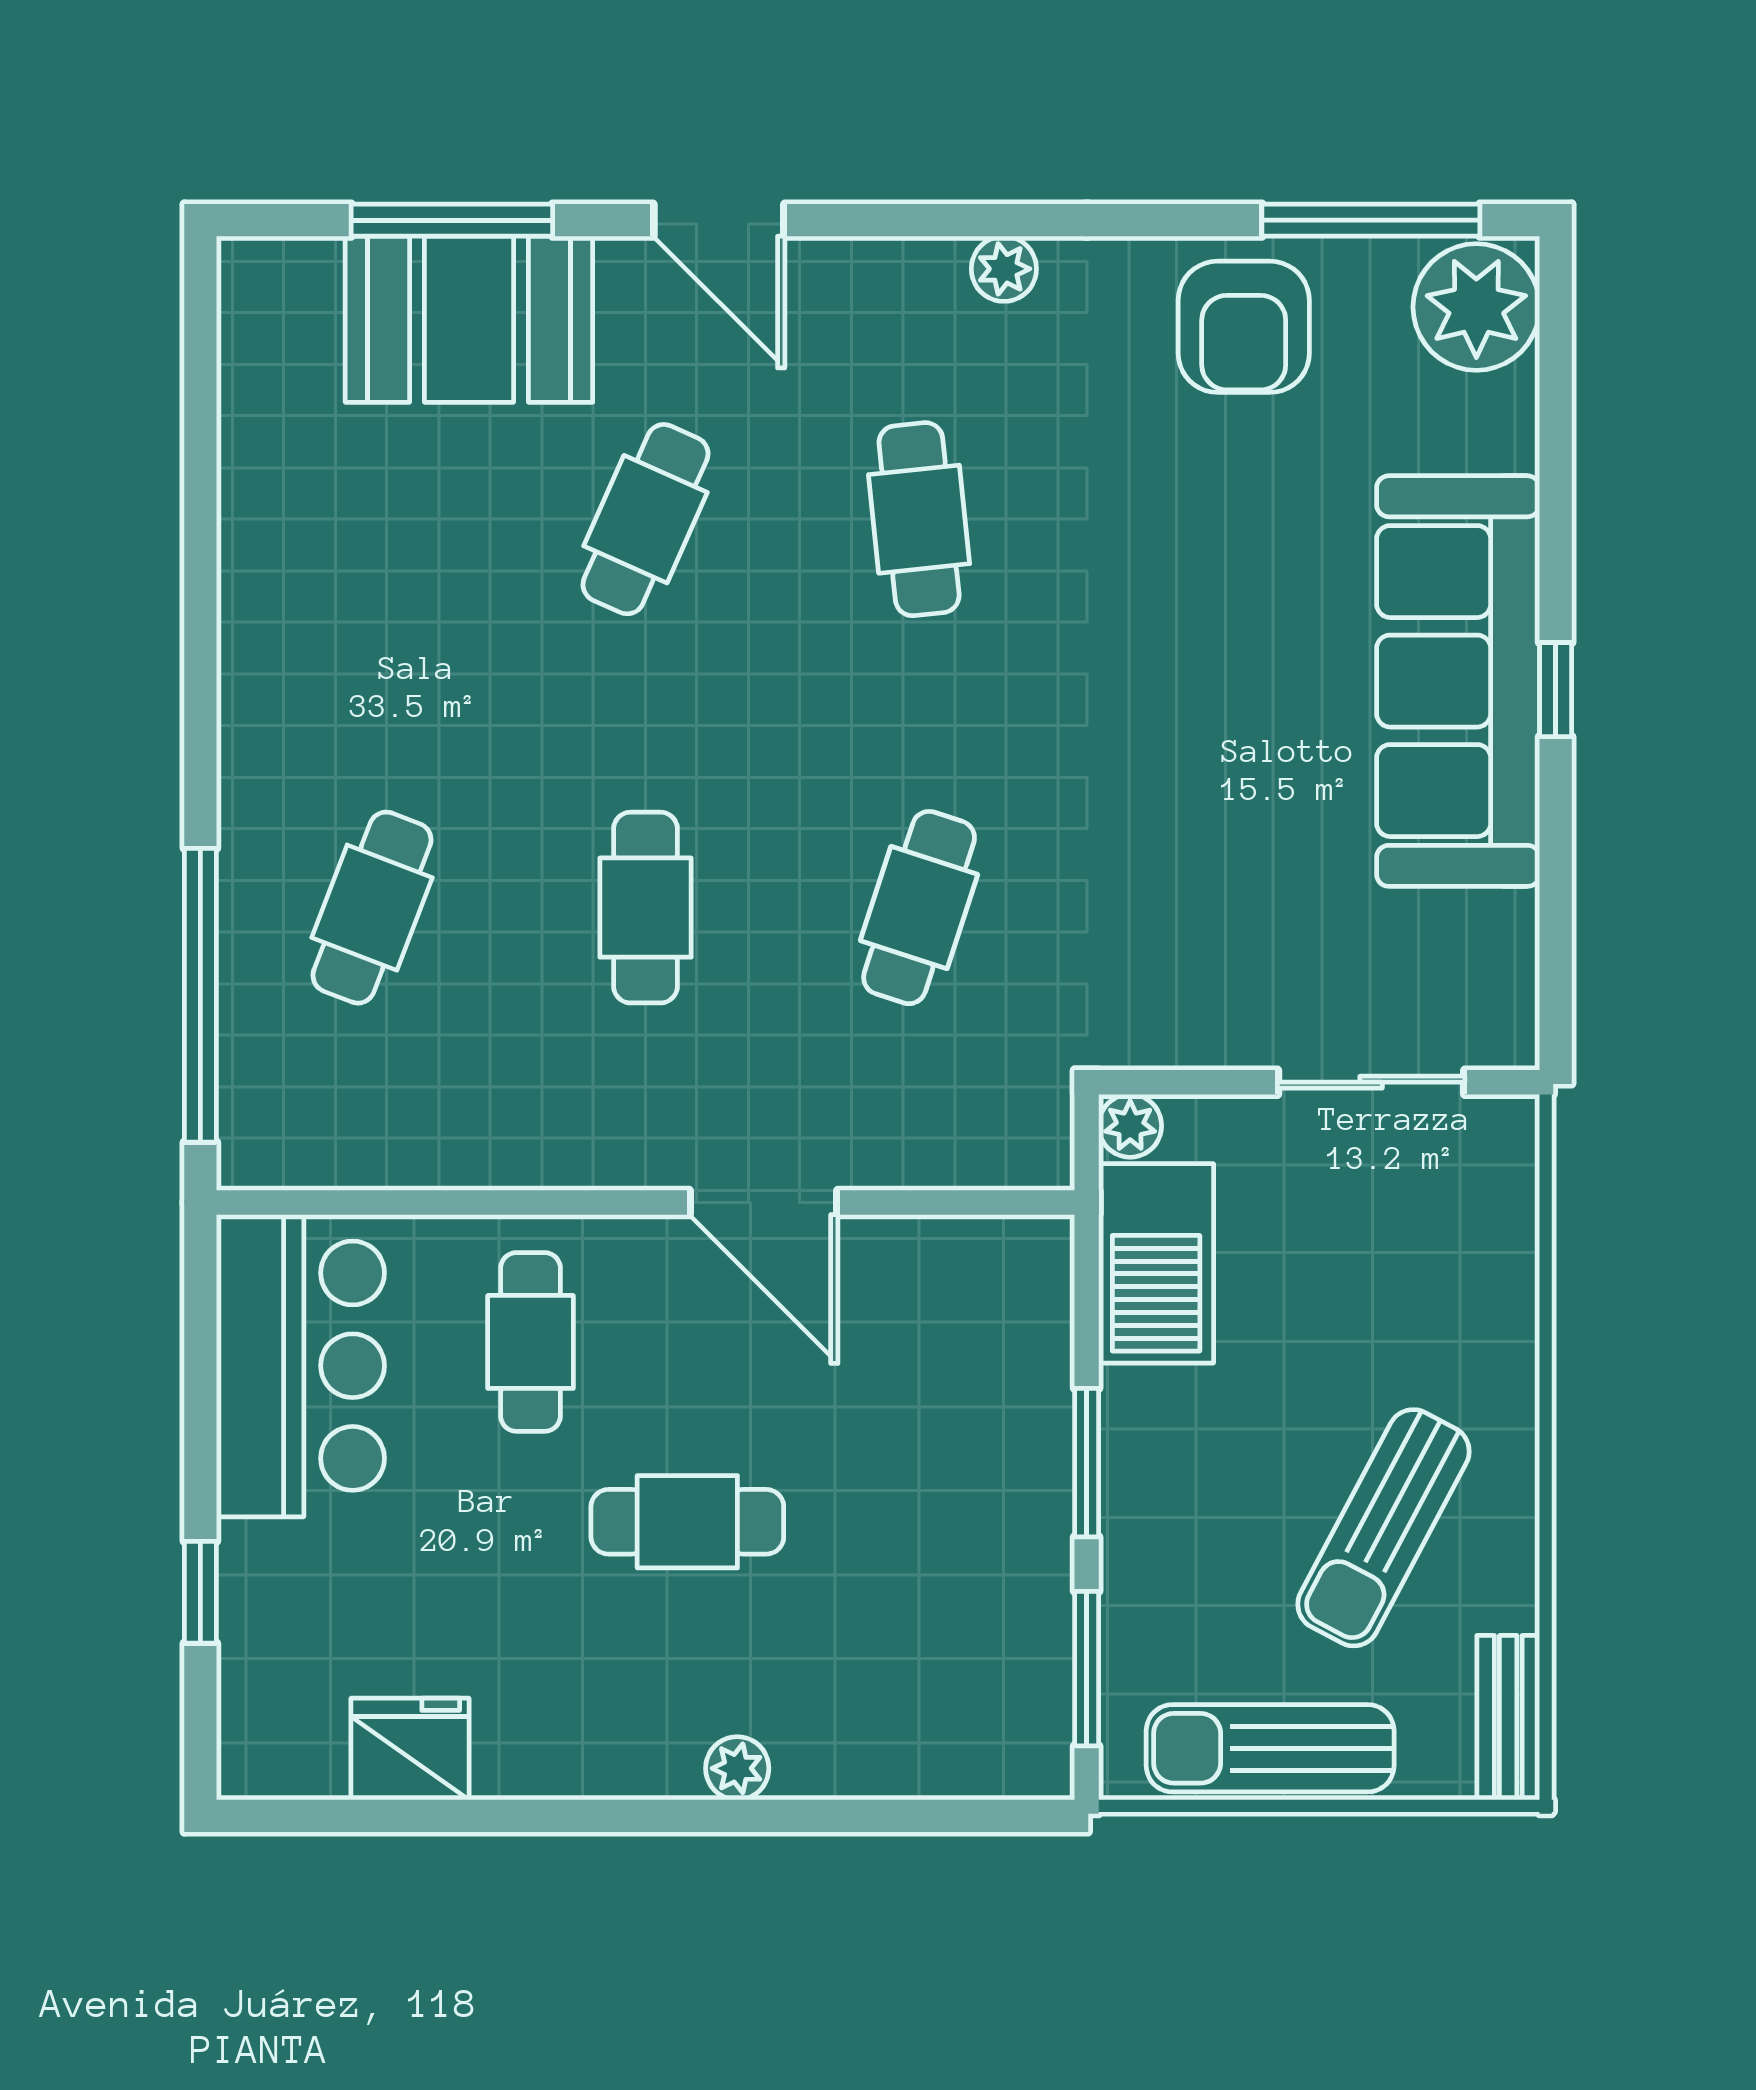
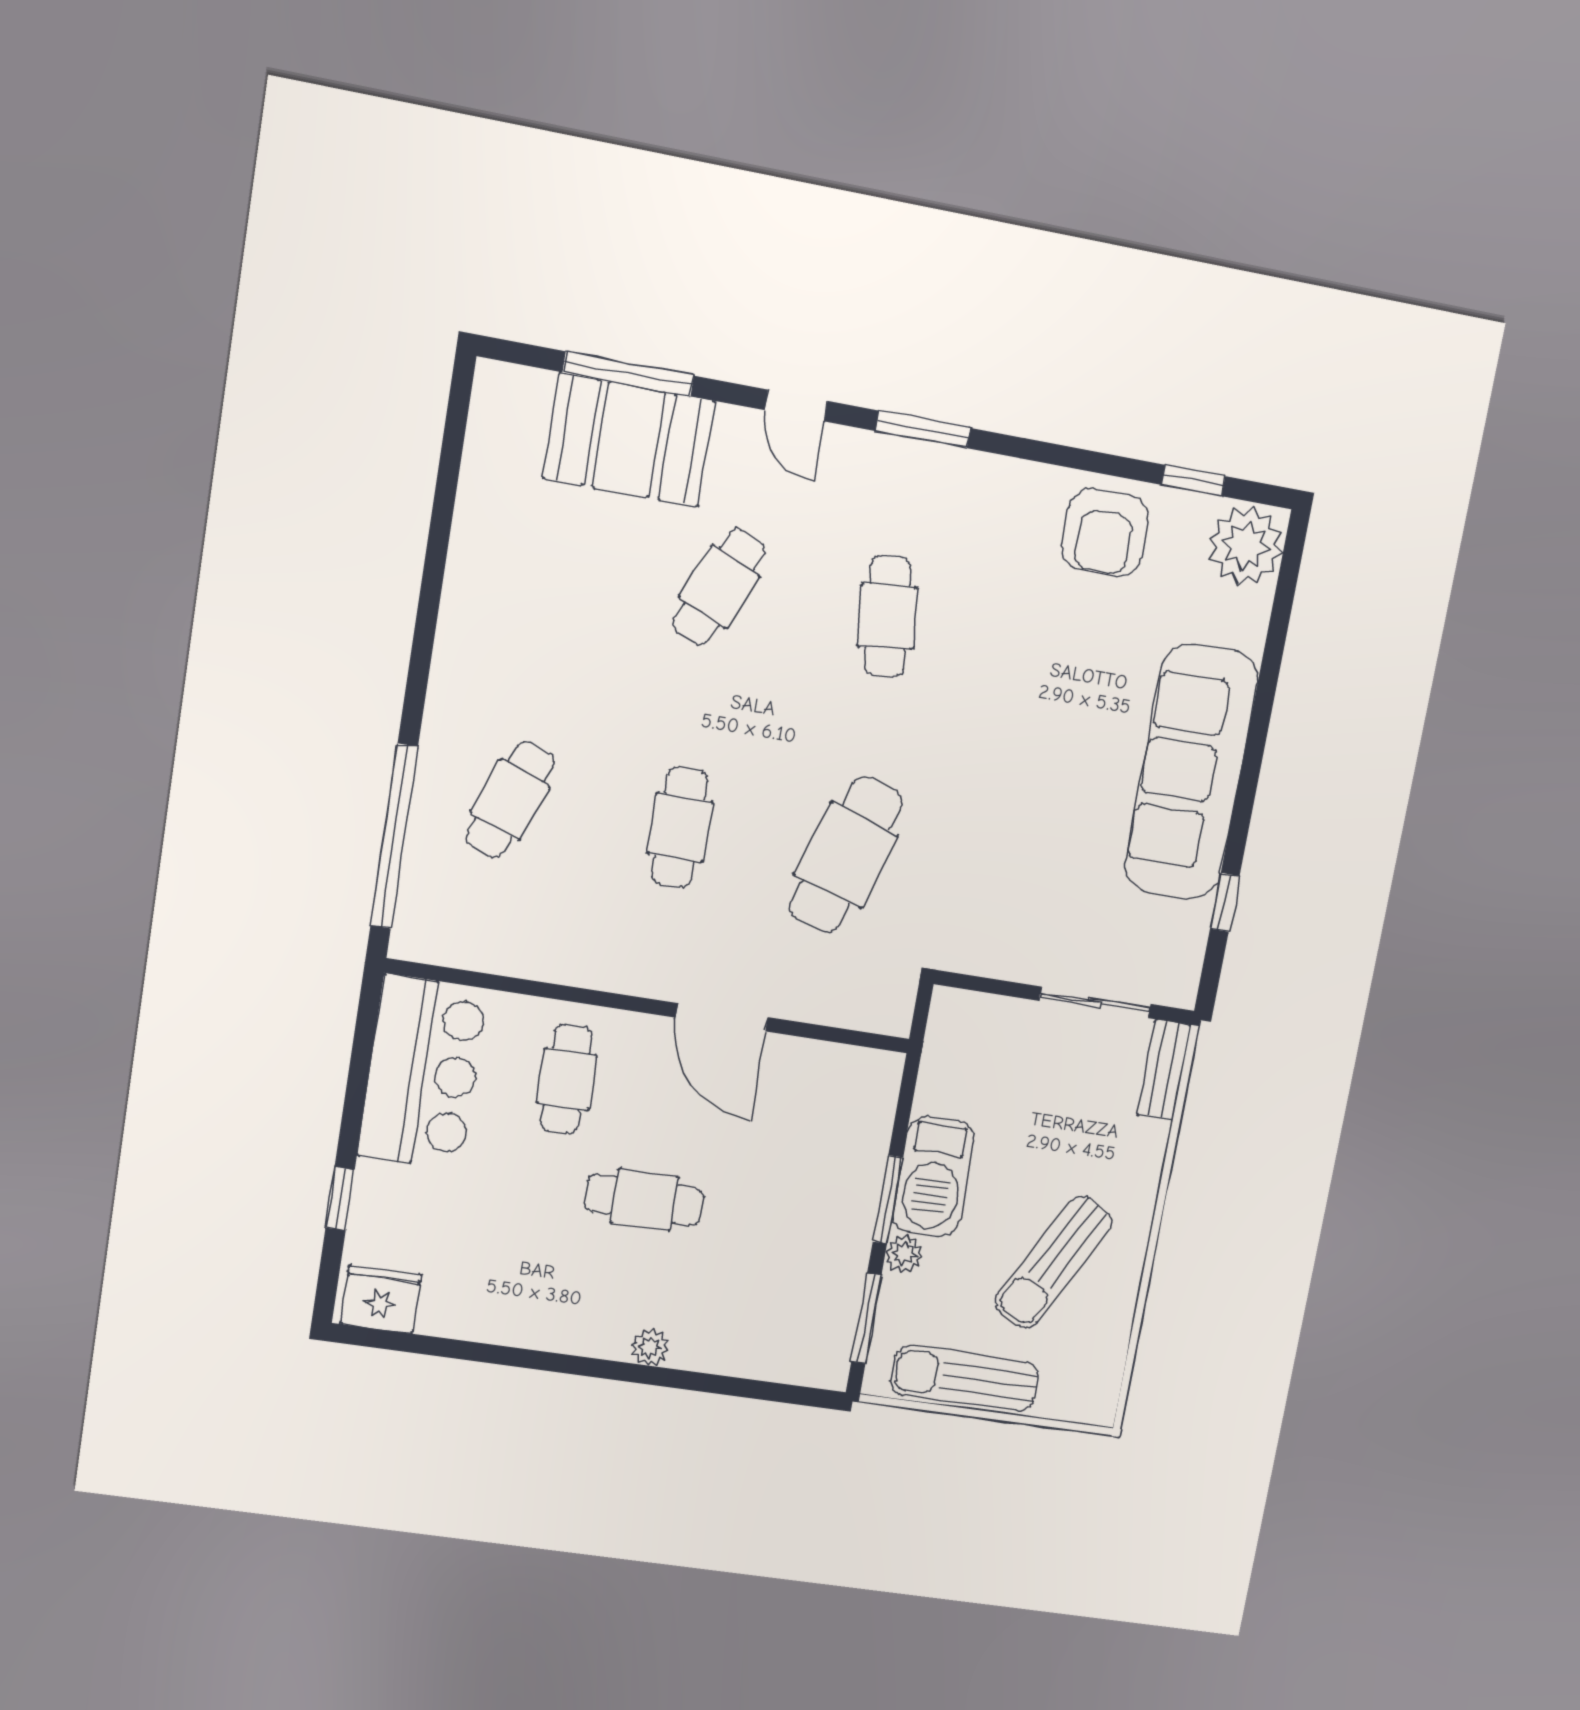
door: (719, 220) -> (796, 406), width x0.73
window: (924, 220) -> (923, 430), added
window: (1371, 220) -> (1193, 480), width x0.46
plant: (1004, 269) -> (966, 469), removed
window: (1556, 690) -> (1225, 902), moved
cafe table: (919, 908) -> (846, 855), width x1.37, depth x1.35
plant: (1130, 1126) -> (904, 1254), moved
barbecue: (1156, 1263) -> (934, 1177), moved
bench: (1508, 1718) -> (1164, 1070), moved
fridge: (410, 1749) -> (381, 1299), moved

